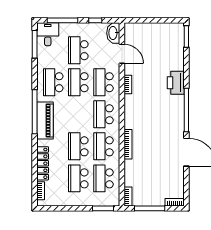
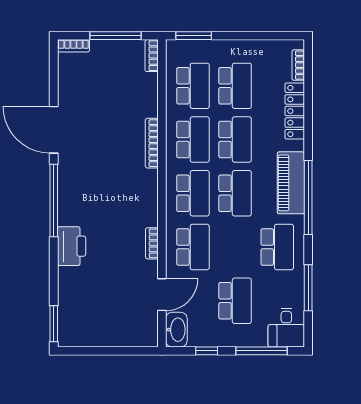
window: (35, 44) -> (308, 288), moved
door: (122, 54) -> (162, 295), swing flipped
school desk: (78, 82) -> (235, 193), moved

